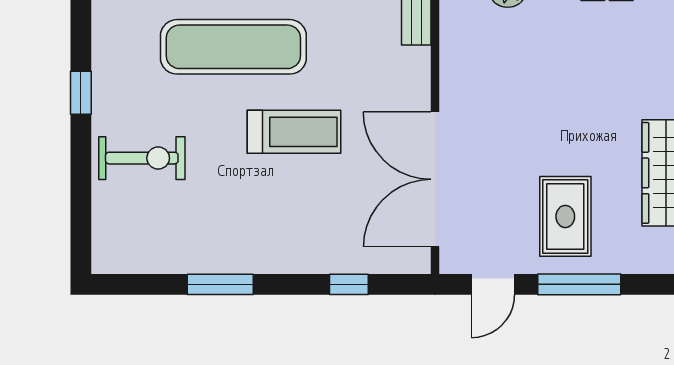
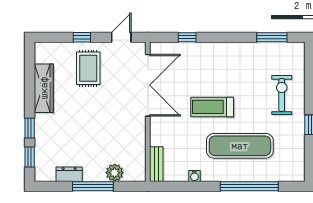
exercise bike: (142, 158) -> (282, 95), turned 90
window: (220, 284) -> (272, 37), moved
window: (579, 284) -> (82, 37), width x0.46

